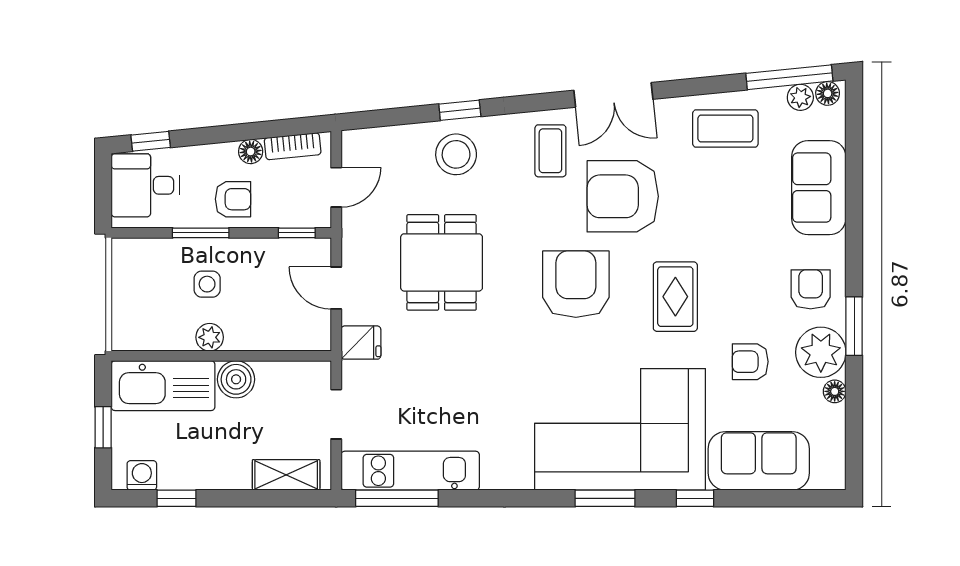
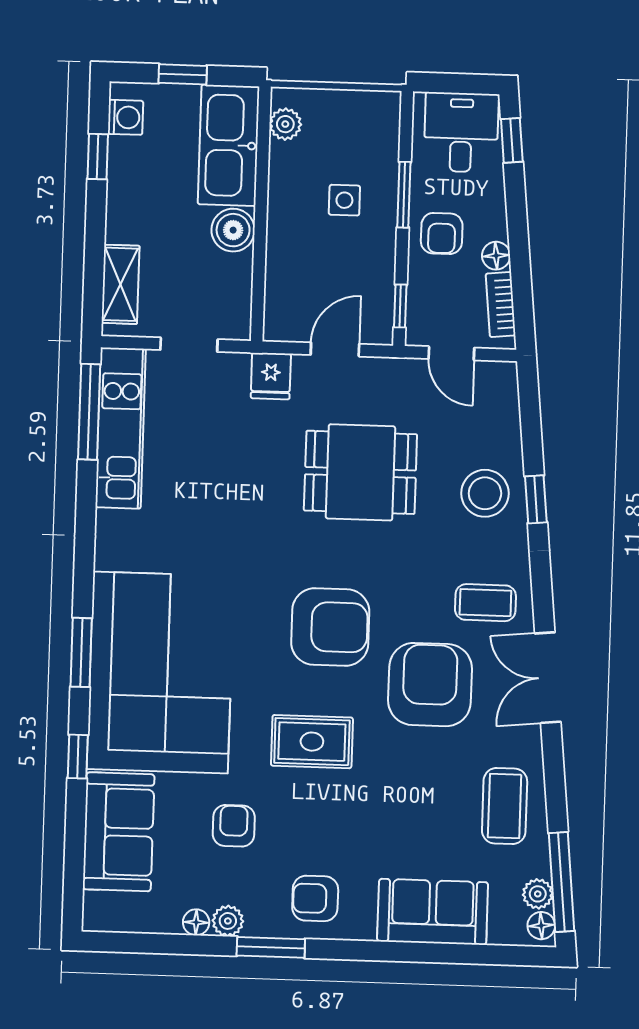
armchair: (811, 289) -> (315, 898), turned 180
plant: (210, 337) -> (285, 124), moved
plant: (821, 352) -> (228, 921), width x0.53, depth x0.53

